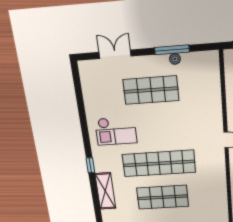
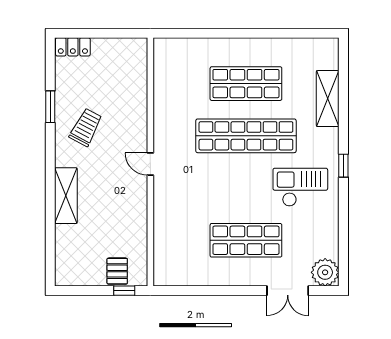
window: (172, 50) -> (213, 291), removed
plant: (175, 59) -> (325, 272), moved, width x1.88, depth x1.88
window: (90, 165) -> (343, 166), moved

